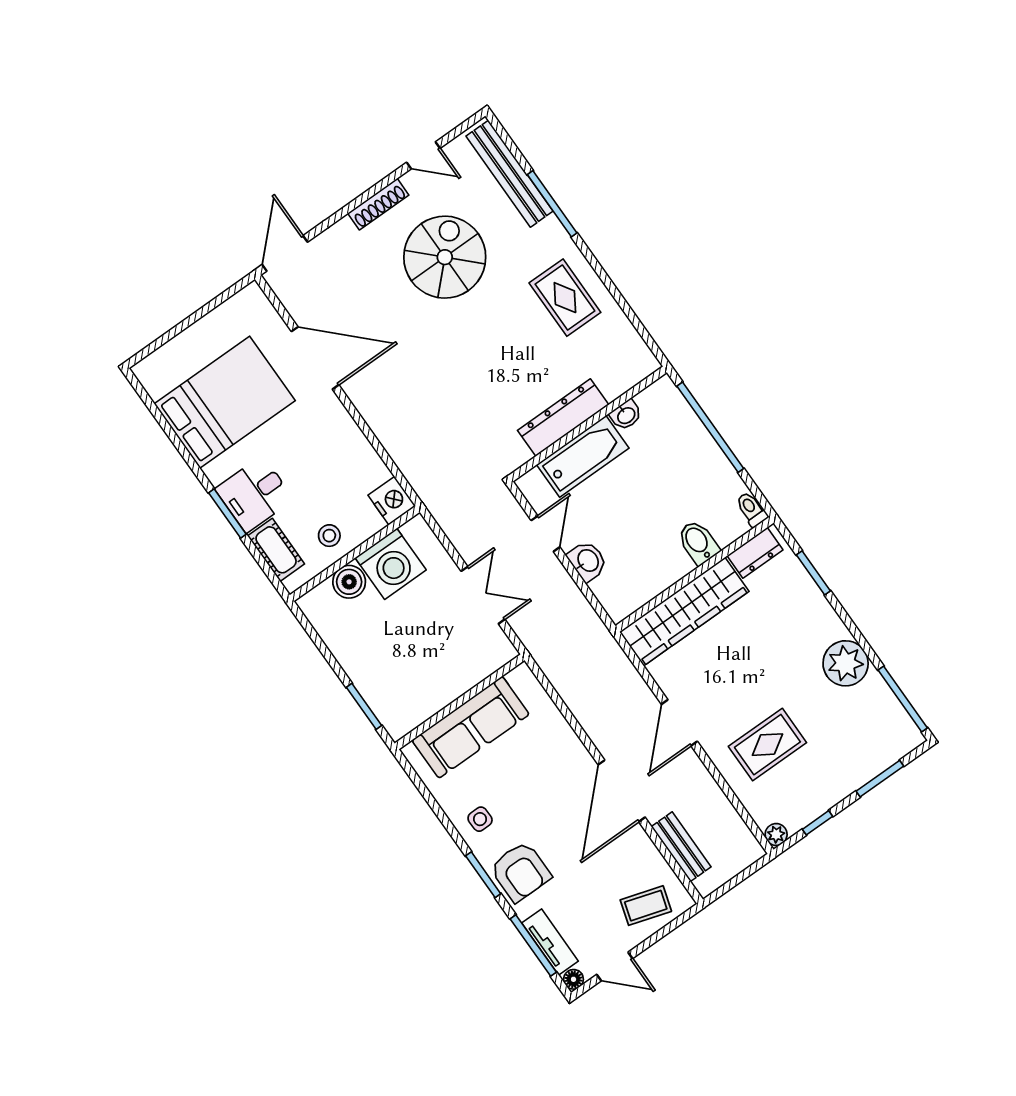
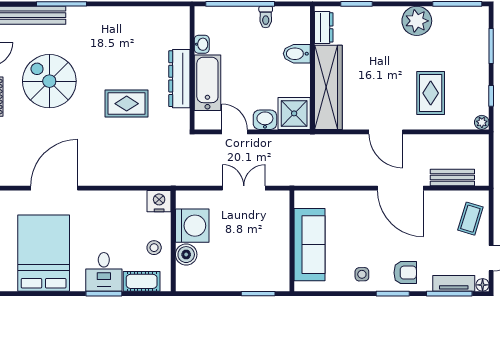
rug: (565, 298) -> (127, 104), moved
toilet: (752, 509) -> (266, 17), moved, turned -90
shower: (621, 592) -> (294, 113), added
armchair: (520, 872) -> (405, 273), width x0.72, depth x0.72

